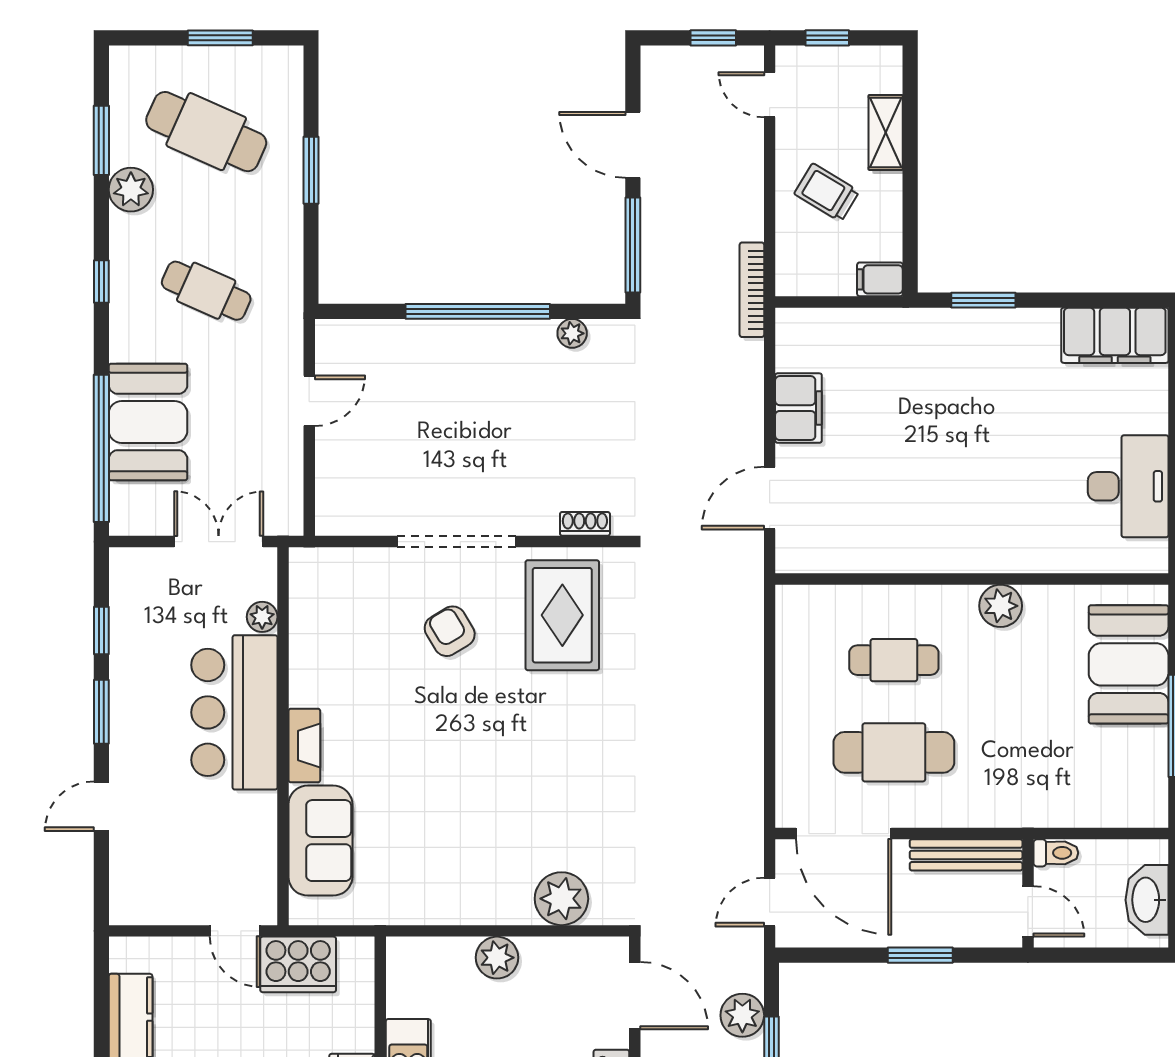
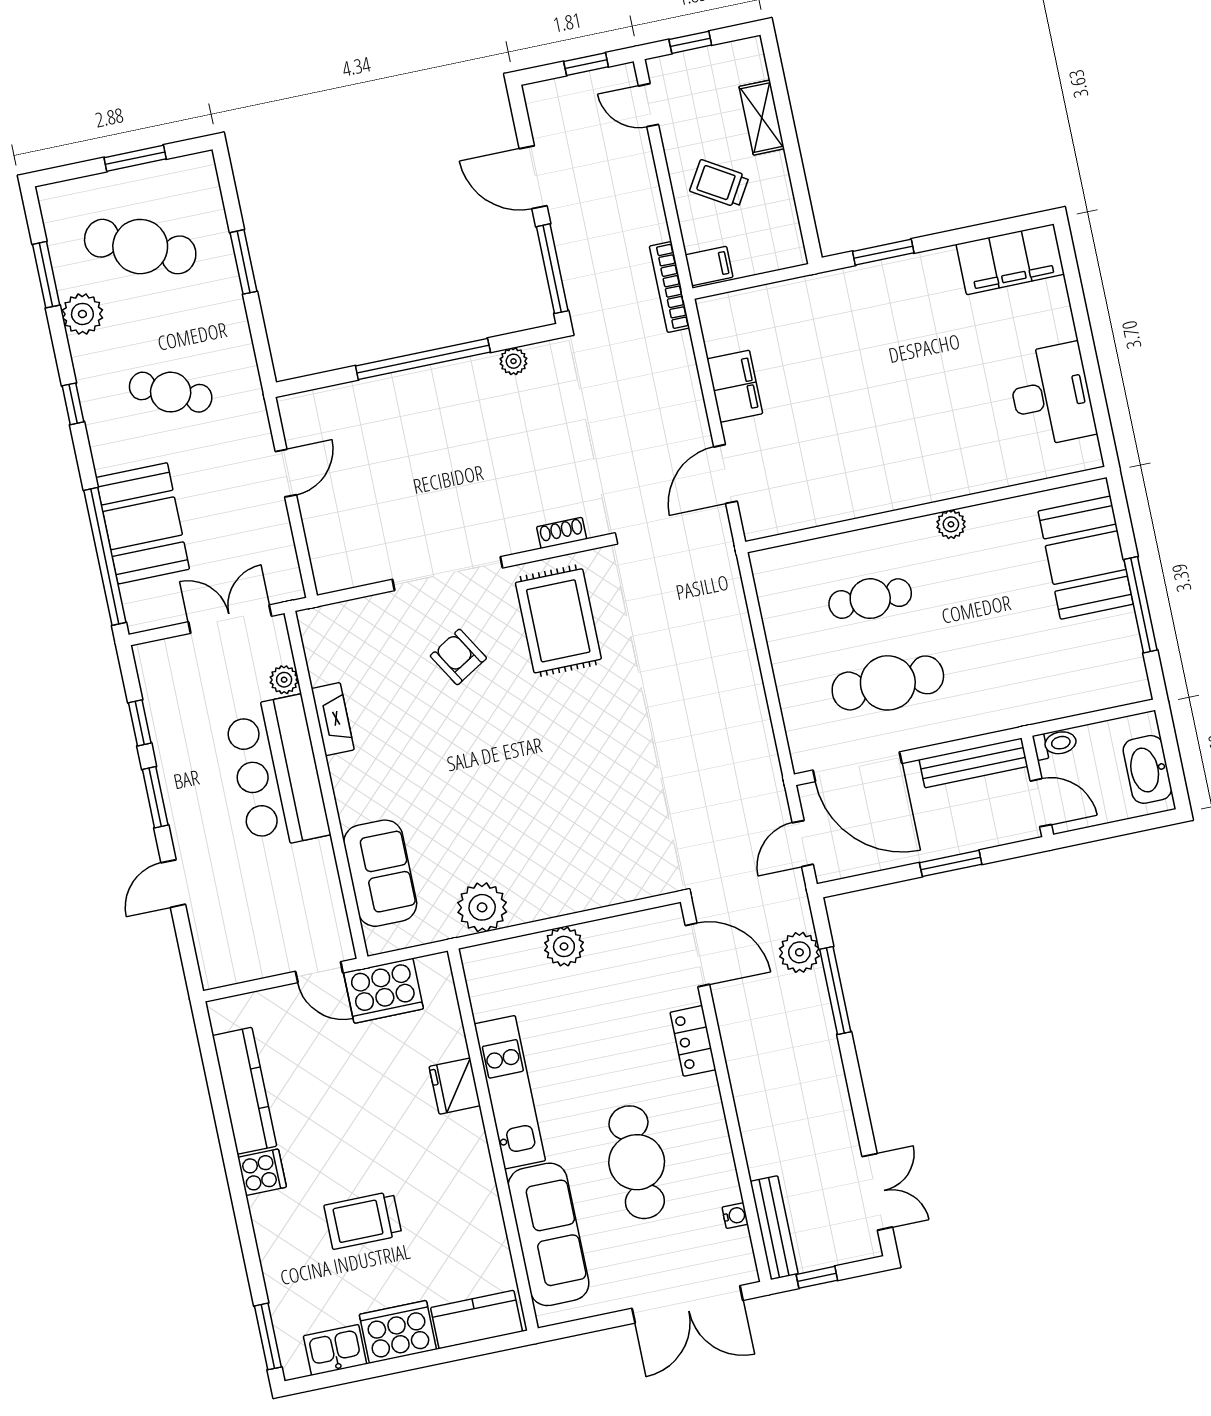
filing cabinet: (880, 279) -> (709, 266), moved, turned 180
plant: (1001, 606) -> (951, 524), width x0.73, depth x0.73
fireplace: (304, 745) -> (333, 719), moved
plant: (561, 899) -> (482, 907), moved

